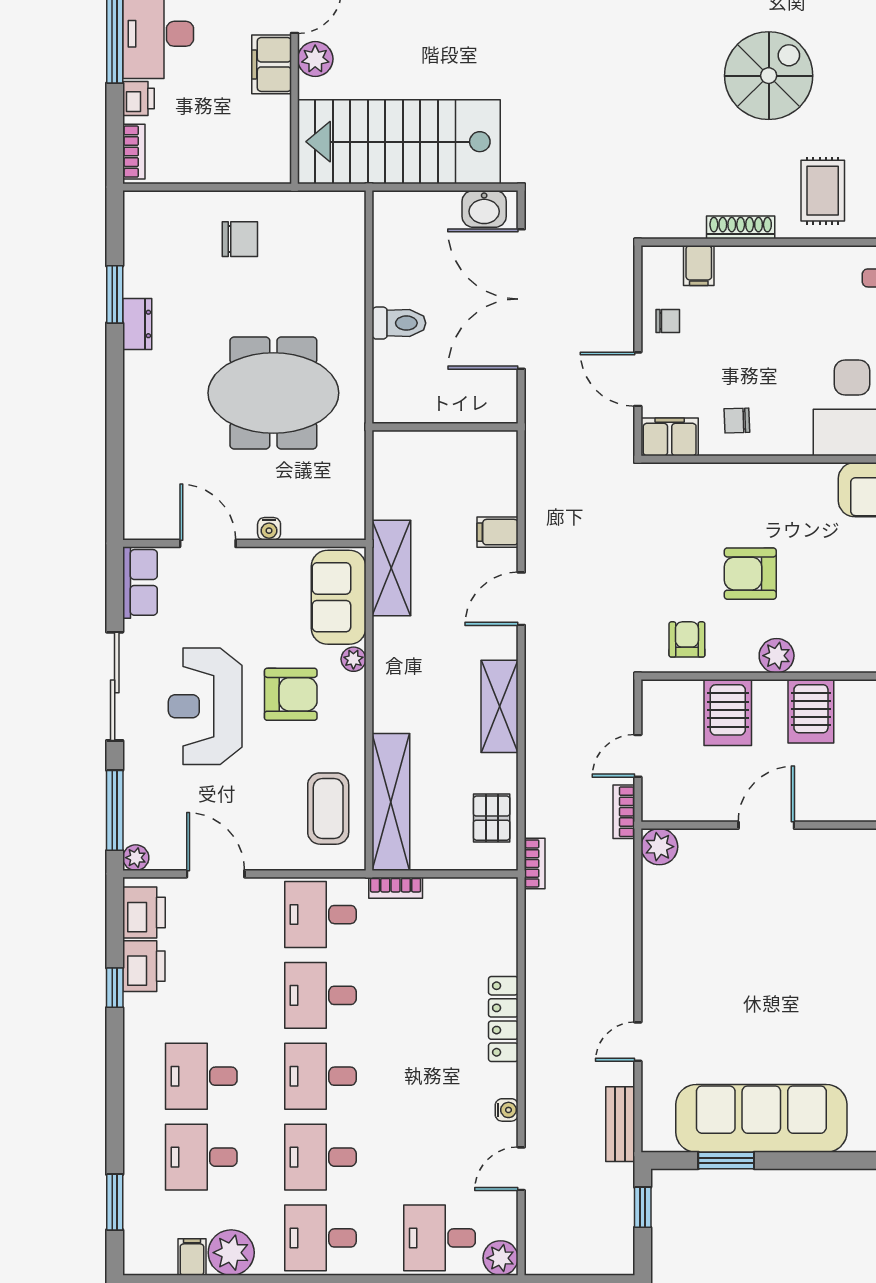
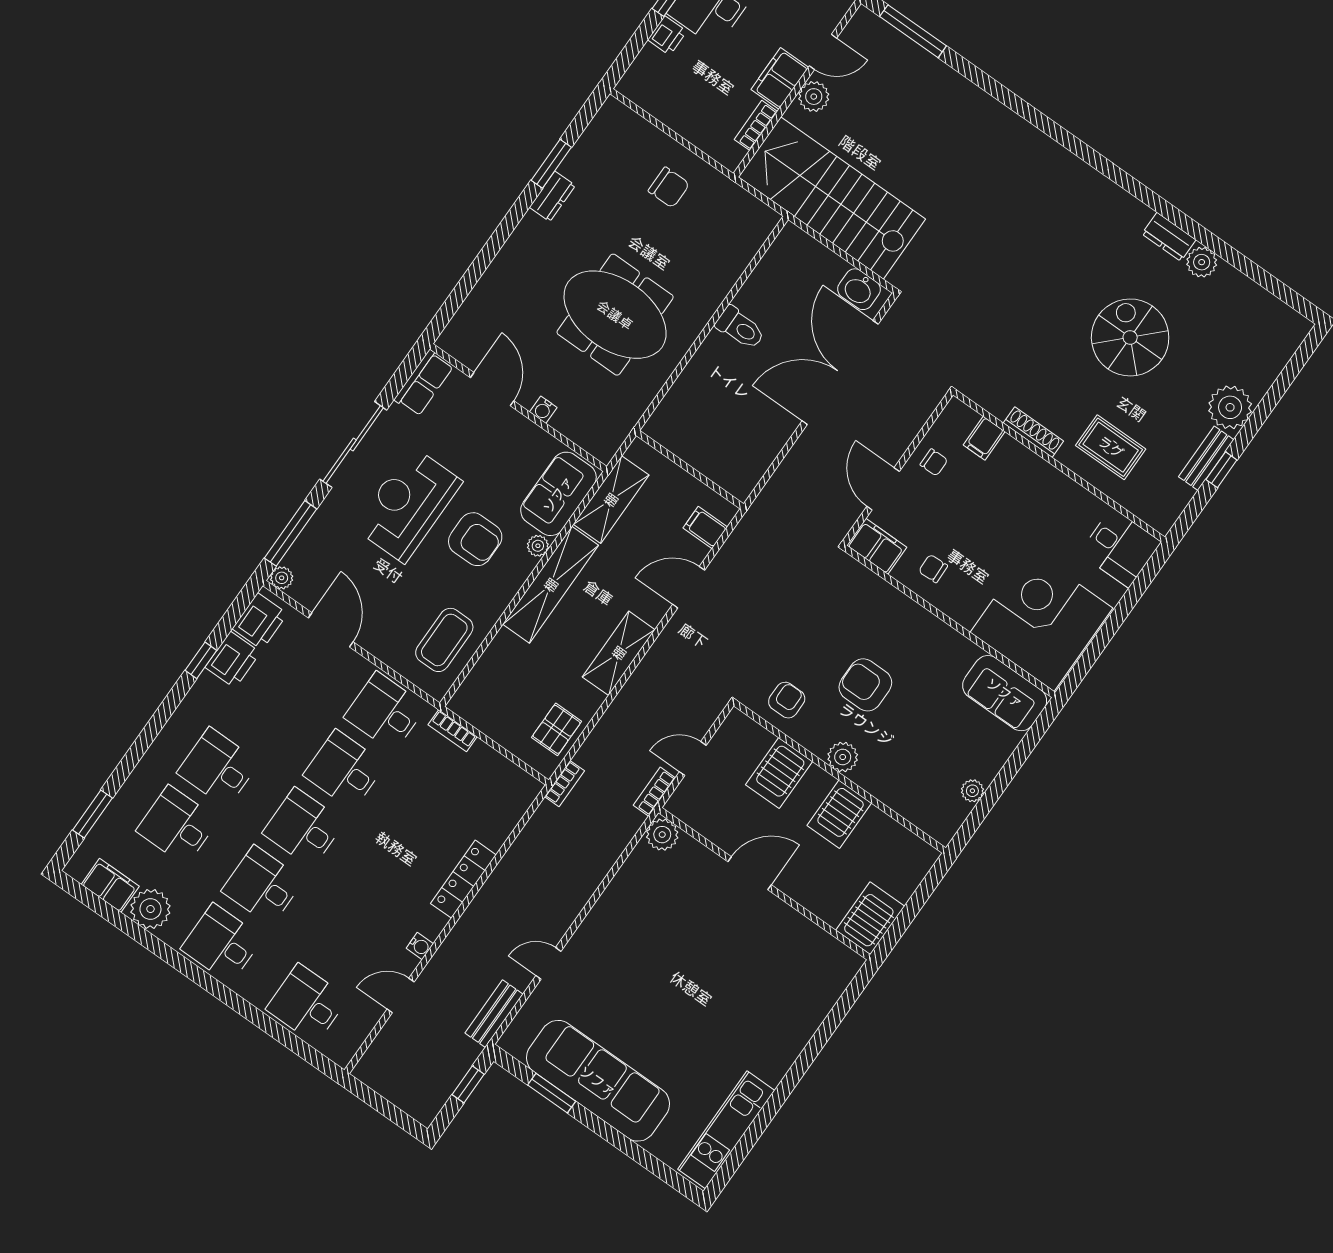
spiral stairs: (769, 76) -> (1130, 337), turned -90
bookcase: (134, 152) -> (756, 125), moved, turned 180
rug: (823, 191) -> (1111, 447), turned 90
wall: (445, 427) -> (690, 470), moved
shelving: (391, 802) -> (551, 585), moved
filing cabinet: (192, 1257) -> (110, 885), width x2.00
plant: (501, 1258) -> (341, 1049), removed

